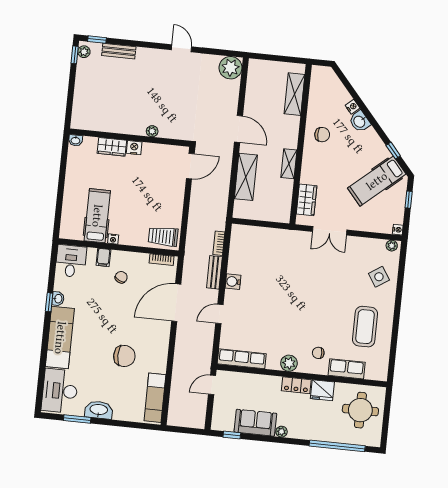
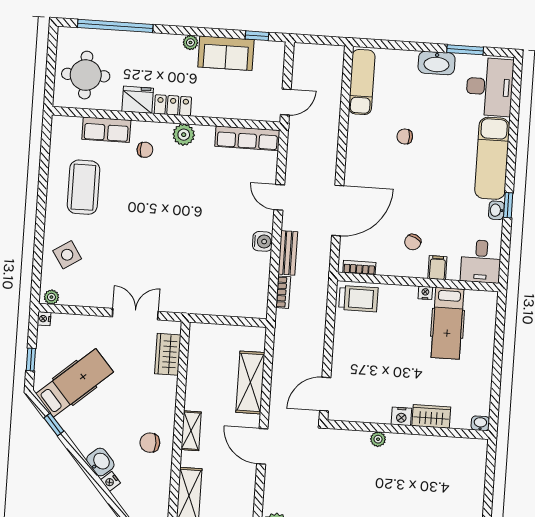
shelving: (289, 164) -> (191, 431), moved
door: (219, 314) -> (279, 197), swing flipped
chair: (124, 356) -> (405, 137), width x0.54, depth x0.54

